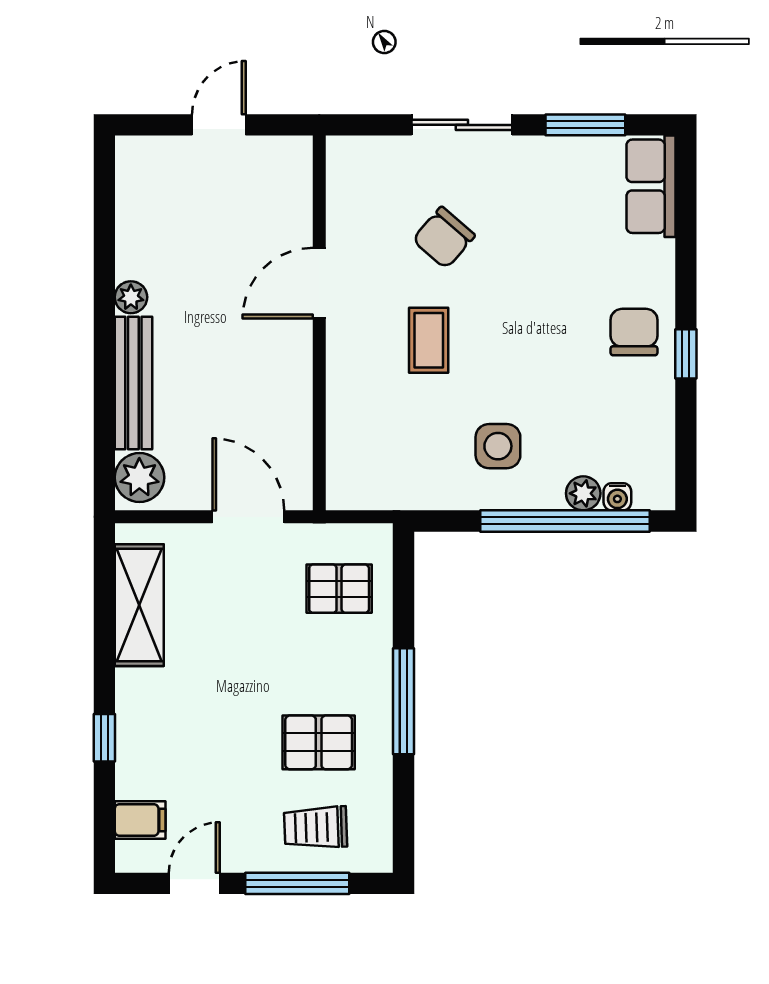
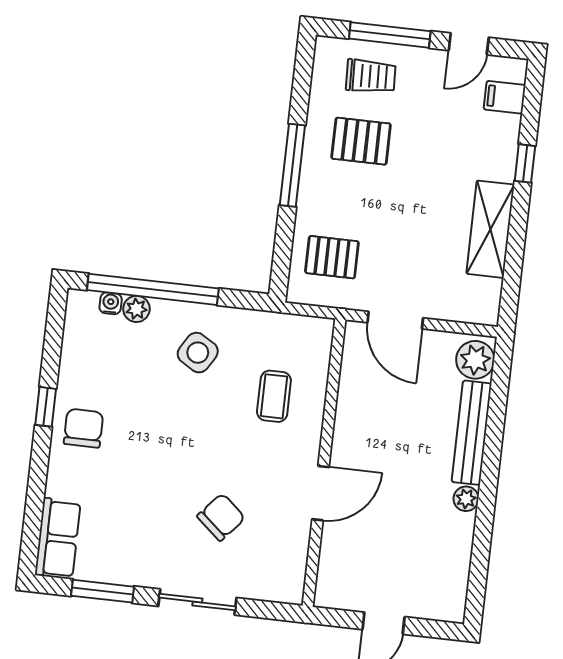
chair: (634, 332) -> (83, 428), turned 180
coffee table: (429, 340) -> (274, 396), moved
side table: (498, 446) -> (198, 353), turned 31
shelving: (139, 605) -> (490, 229), moved

